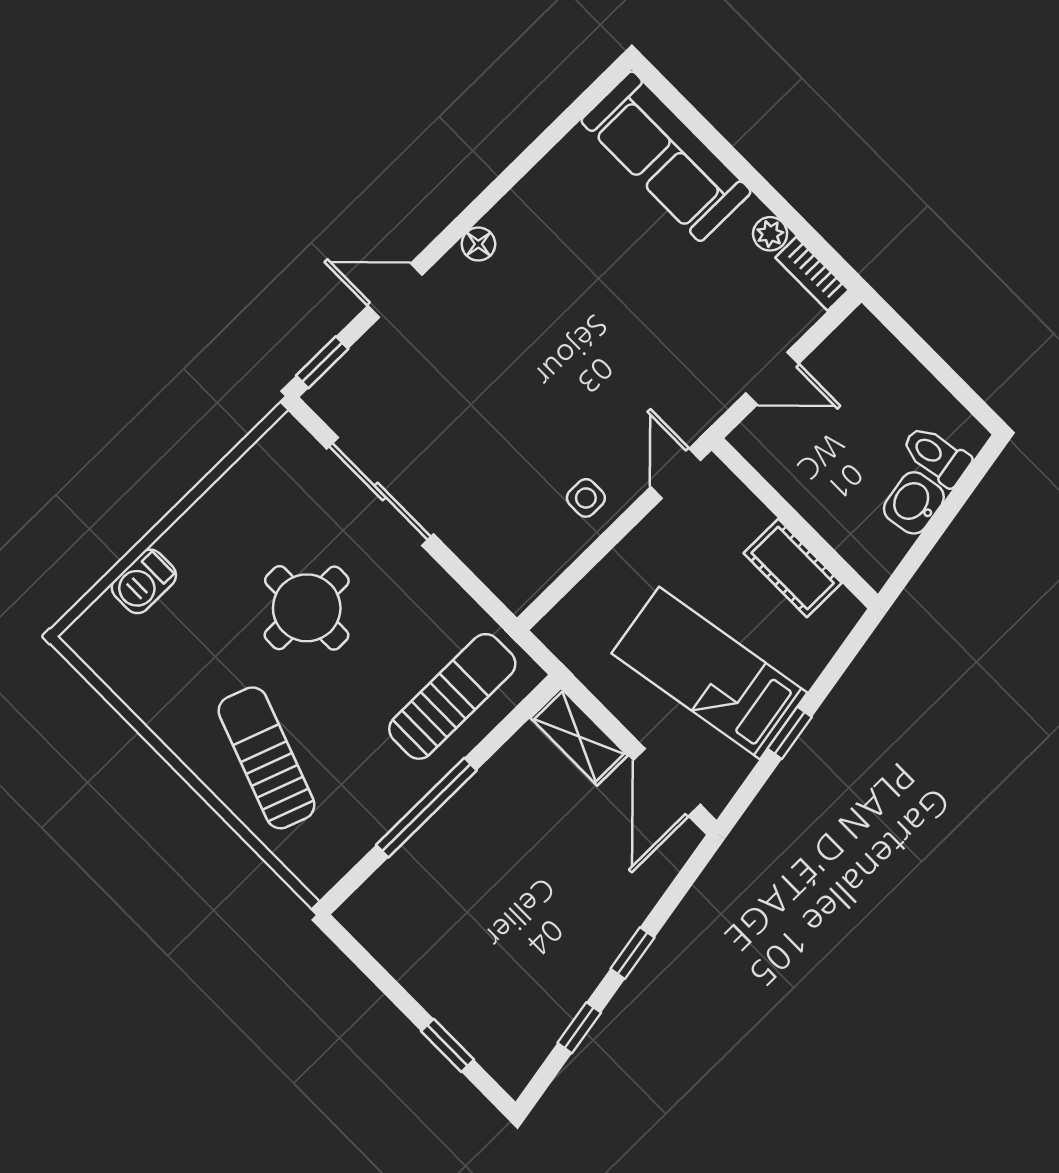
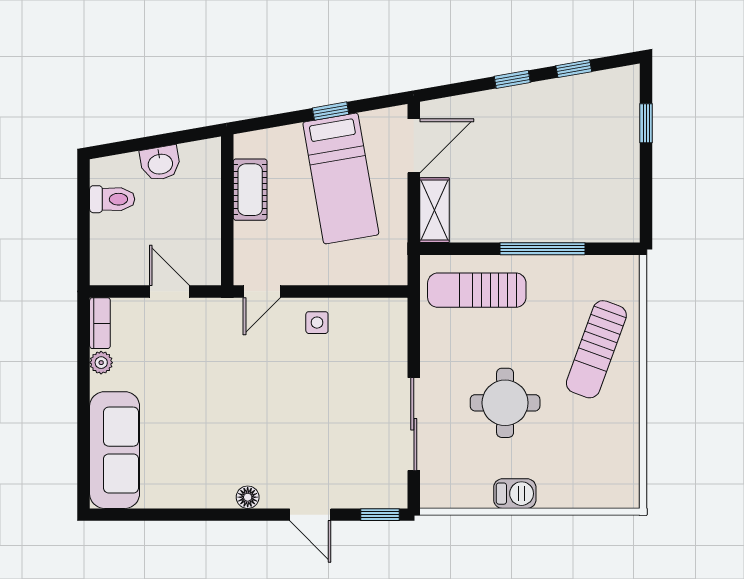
toilet: (936, 456) -> (112, 199), moved, turned -80
barbecue: (144, 581) -> (515, 494), moved

